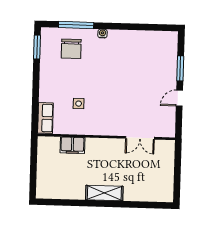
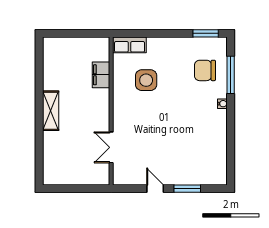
side table: (79, 104) -> (146, 80), width x1.87, depth x1.87

